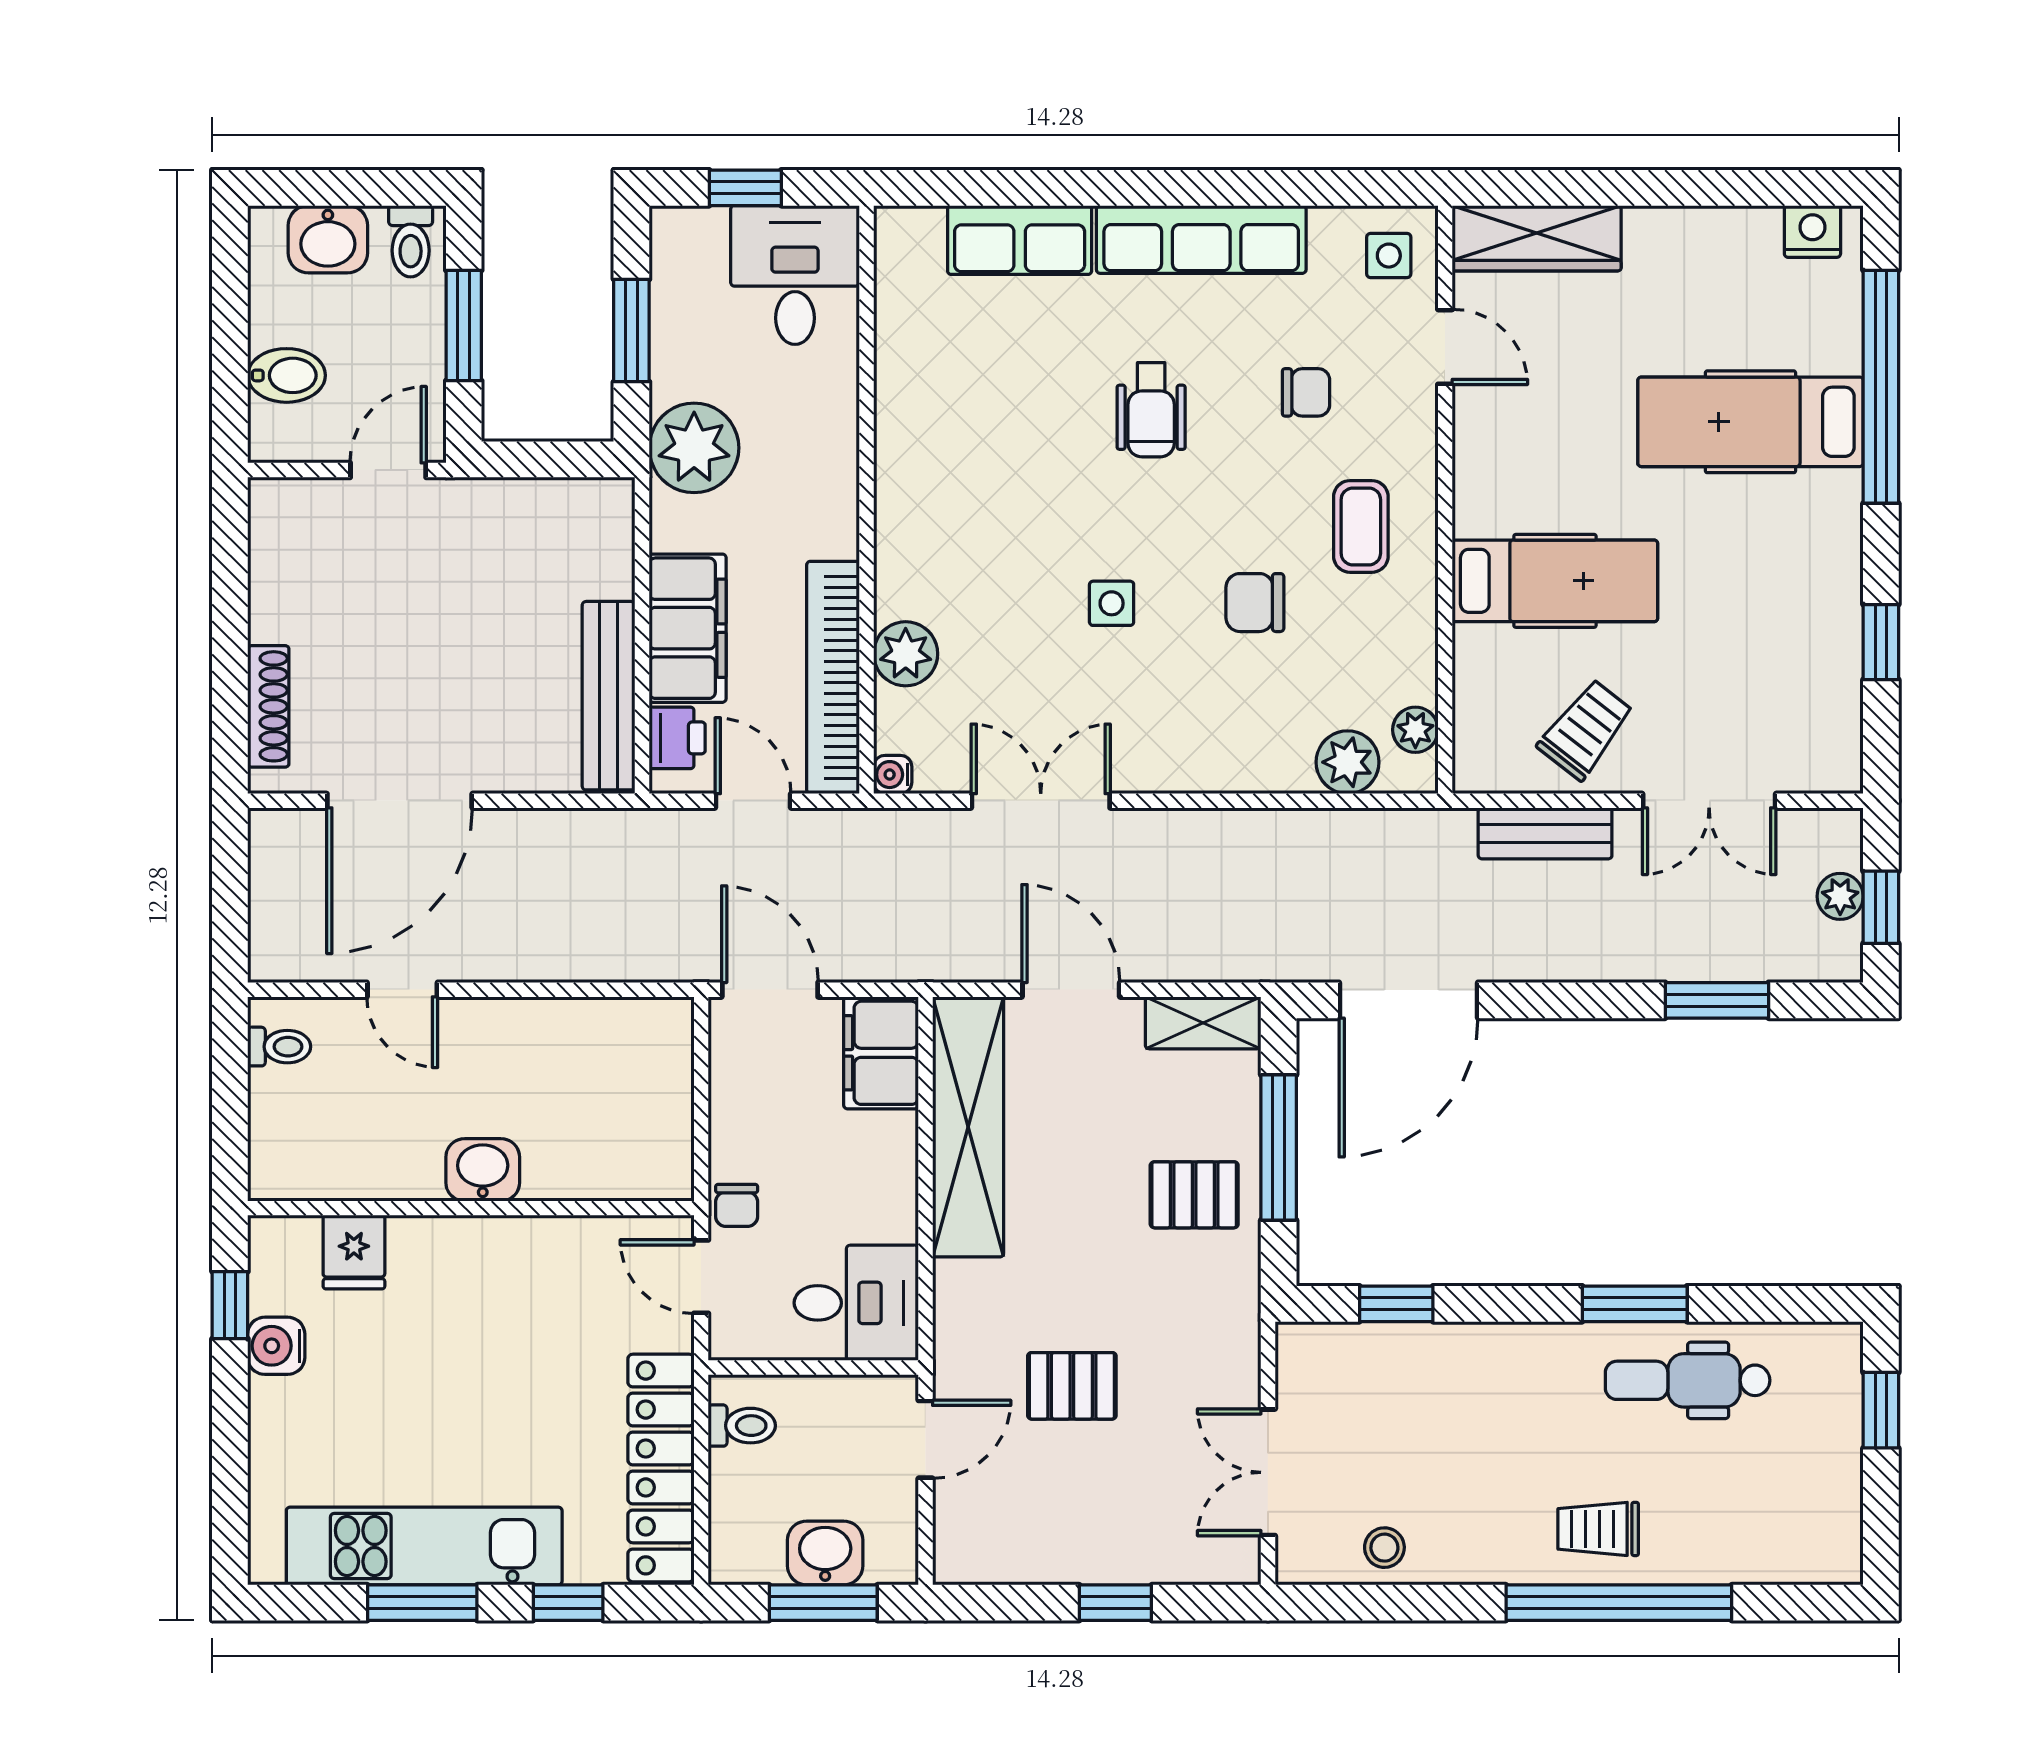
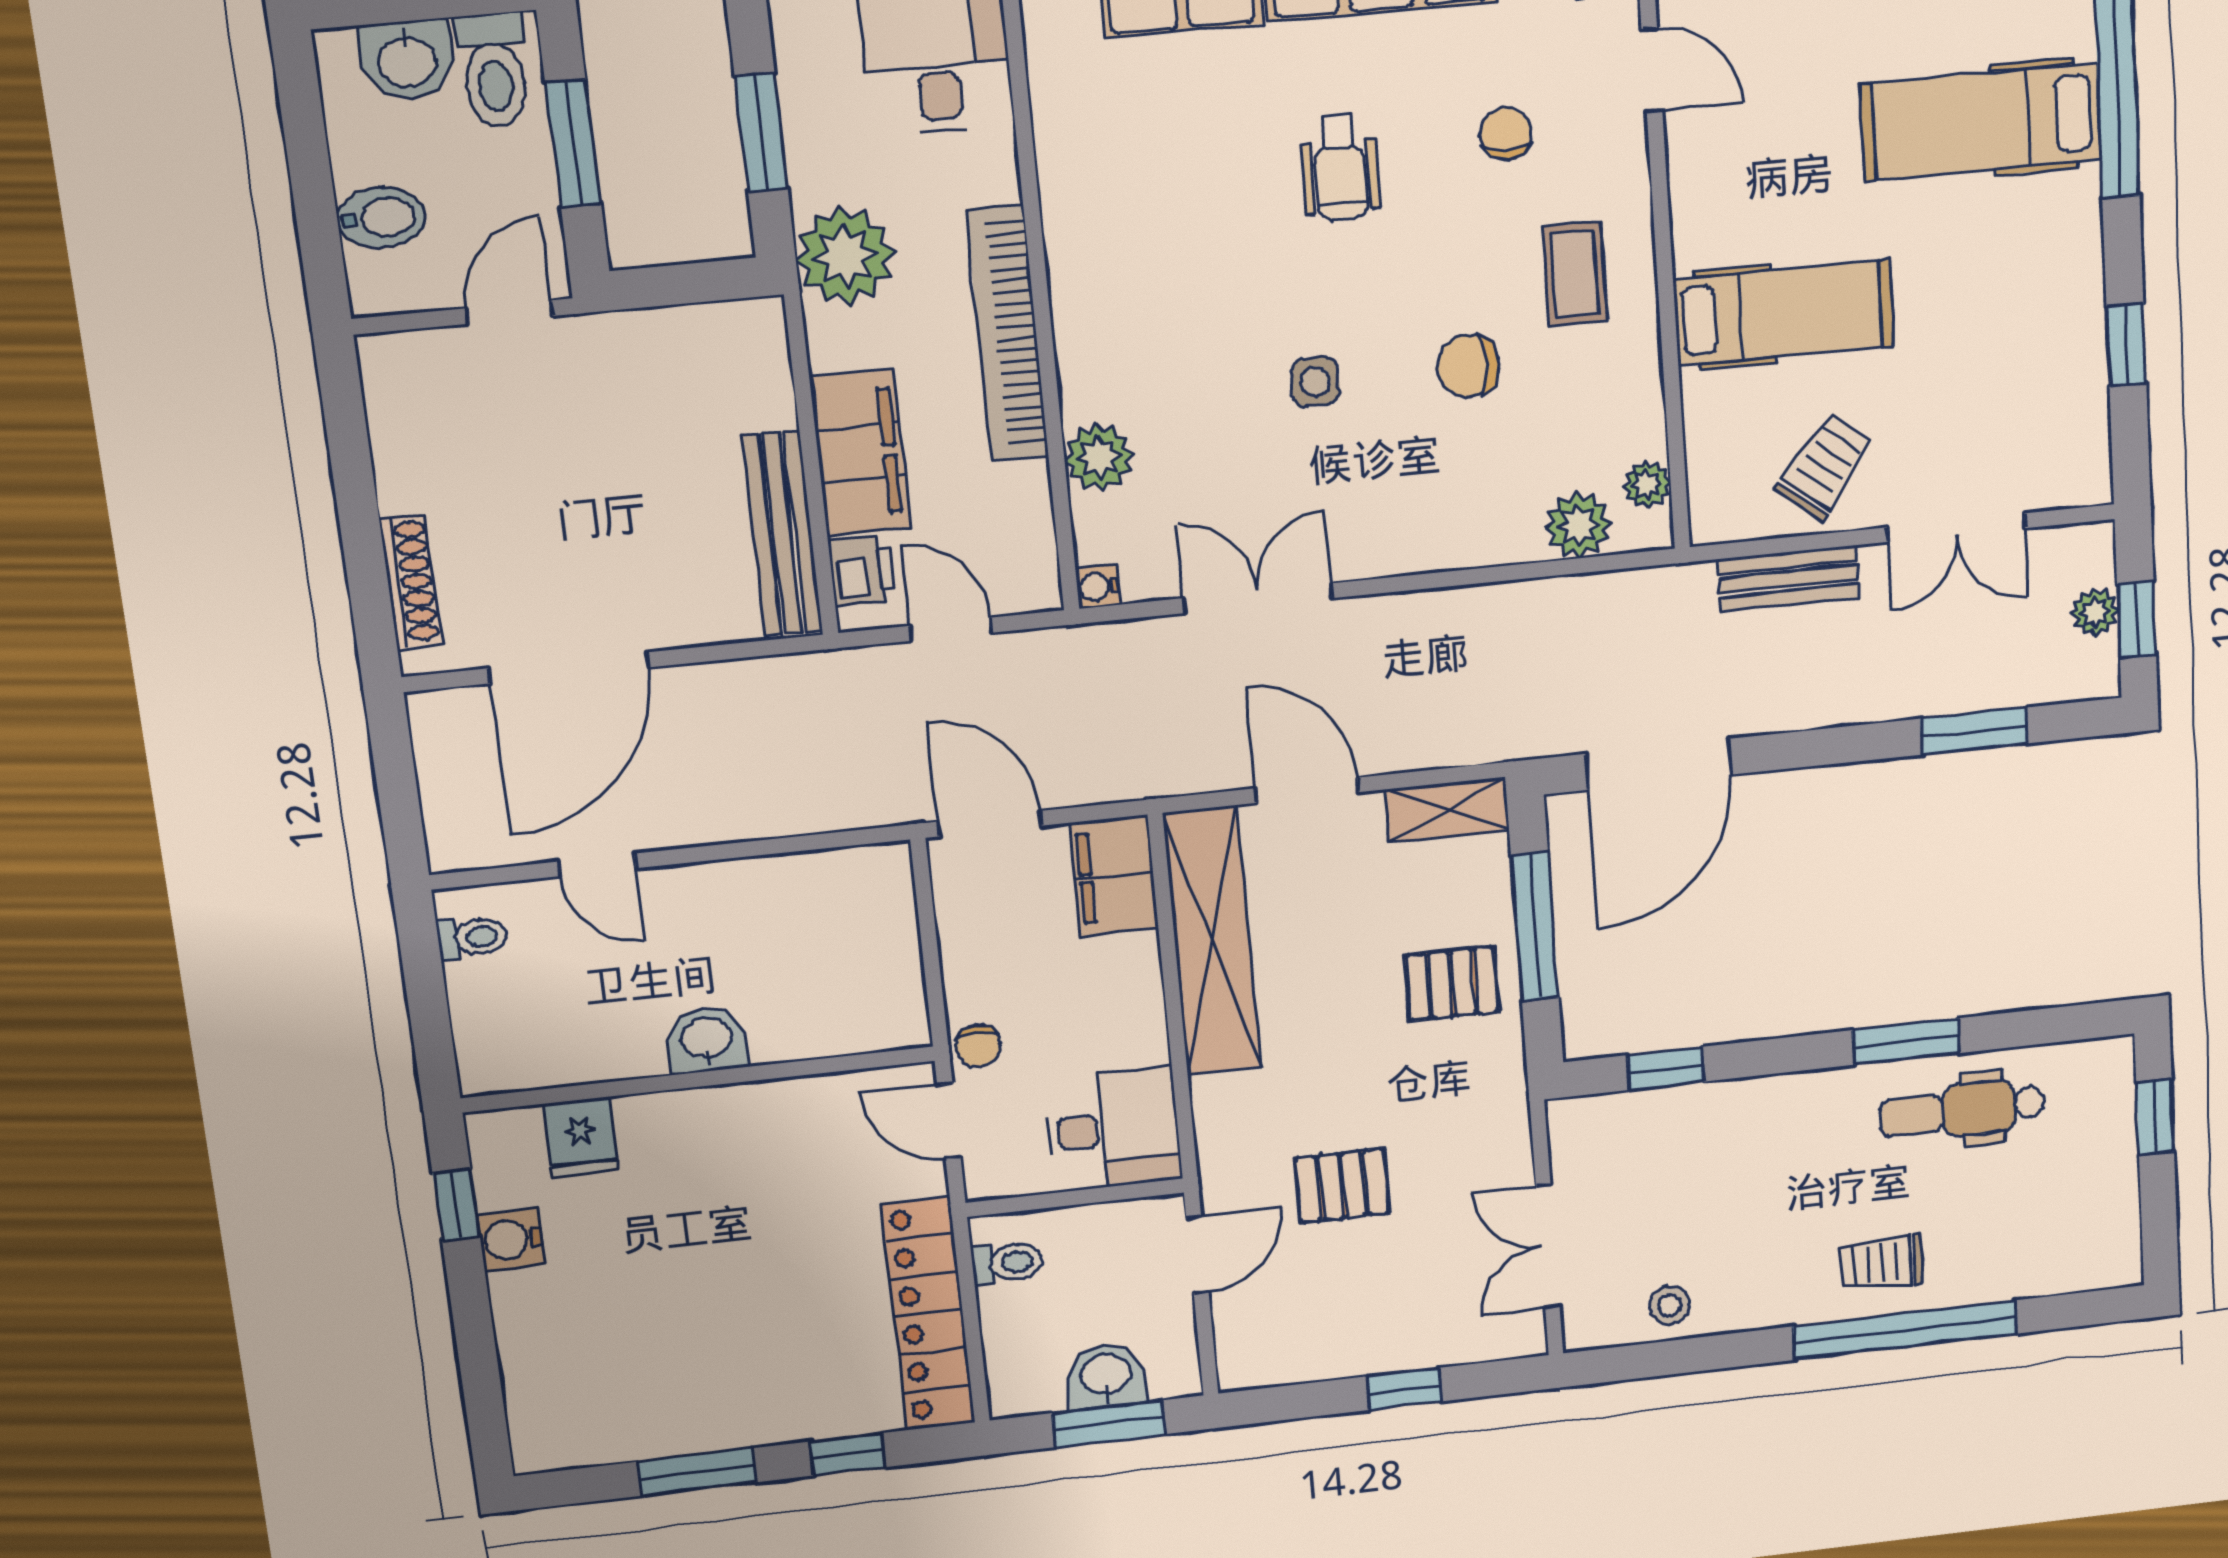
toilet: (411, 241) -> (494, 70), width x1.37, depth x1.39
chair: (1306, 392) -> (1506, 133), turned -90
bookcase: (833, 677) -> (1007, 333), moved
kitchen unit: (424, 1546) -> (692, 1417), removed

